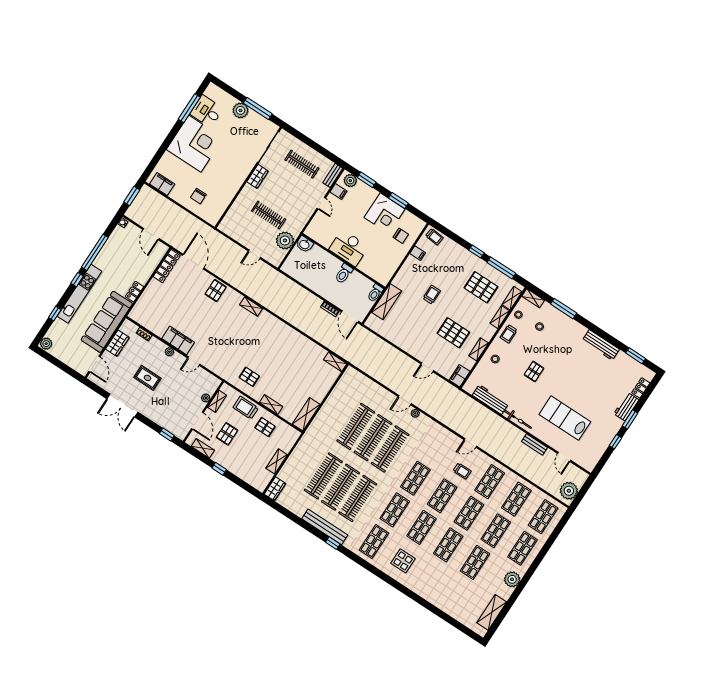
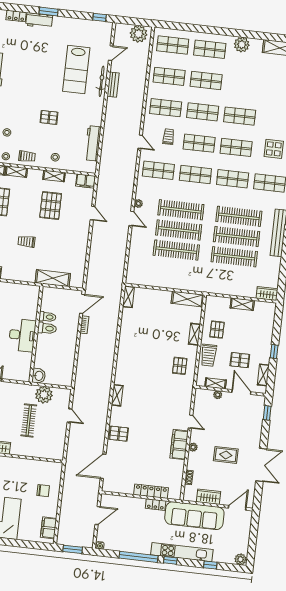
locker: (167, 266) -> (151, 491), moved
toilet: (375, 293) -> (47, 317), moved
rug: (147, 378) -> (226, 455), turned 90
bicycle: (518, 419) -> (102, 81), moved
door: (197, 421) -> (241, 392), hinge flipped
window: (615, 442) -> (100, 17), moved
shop shelf: (475, 562) -> (158, 170), moved

